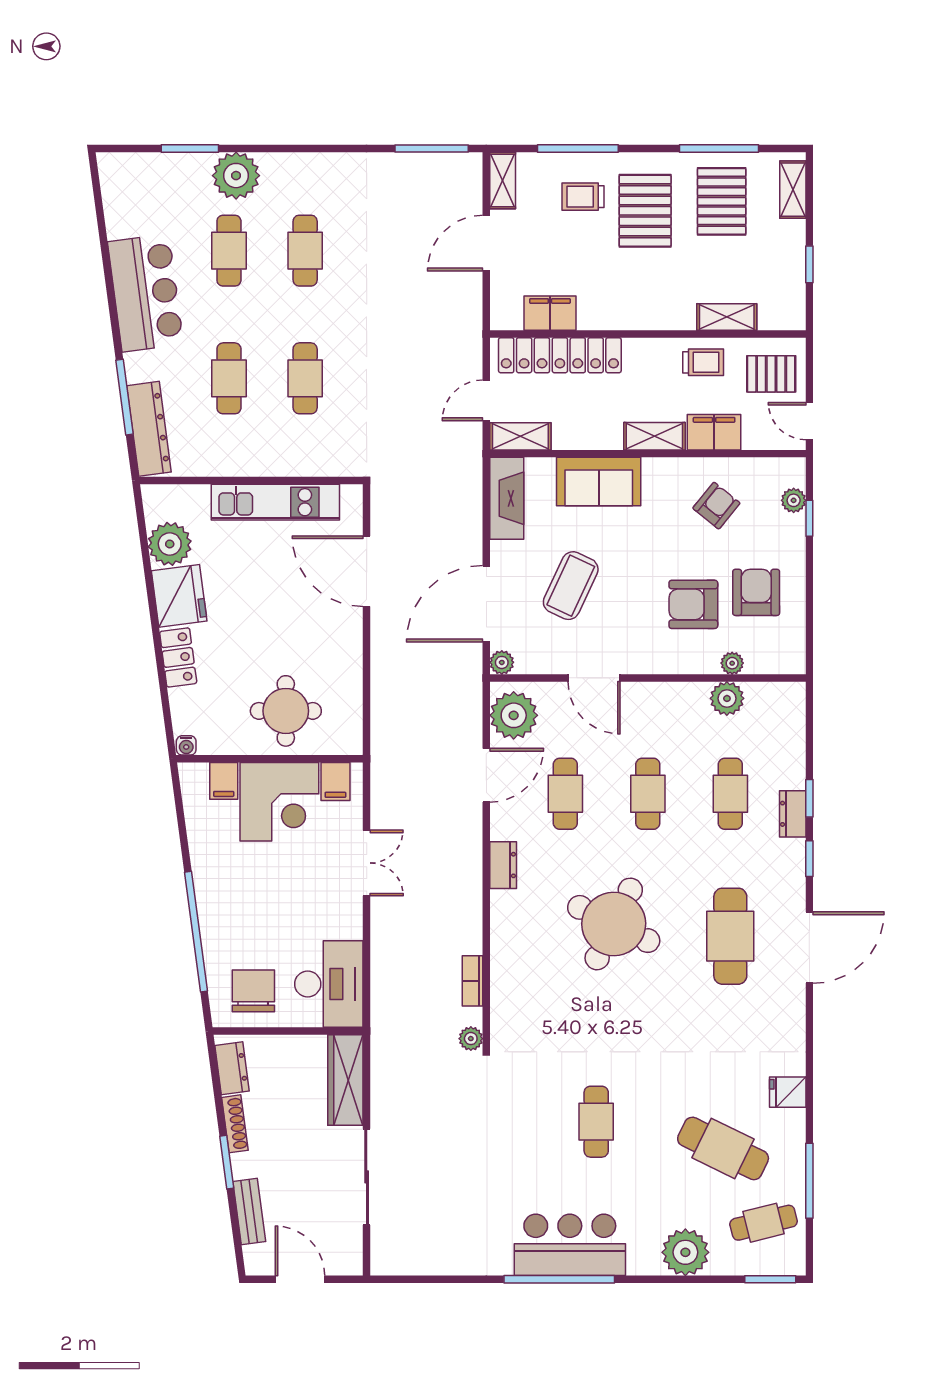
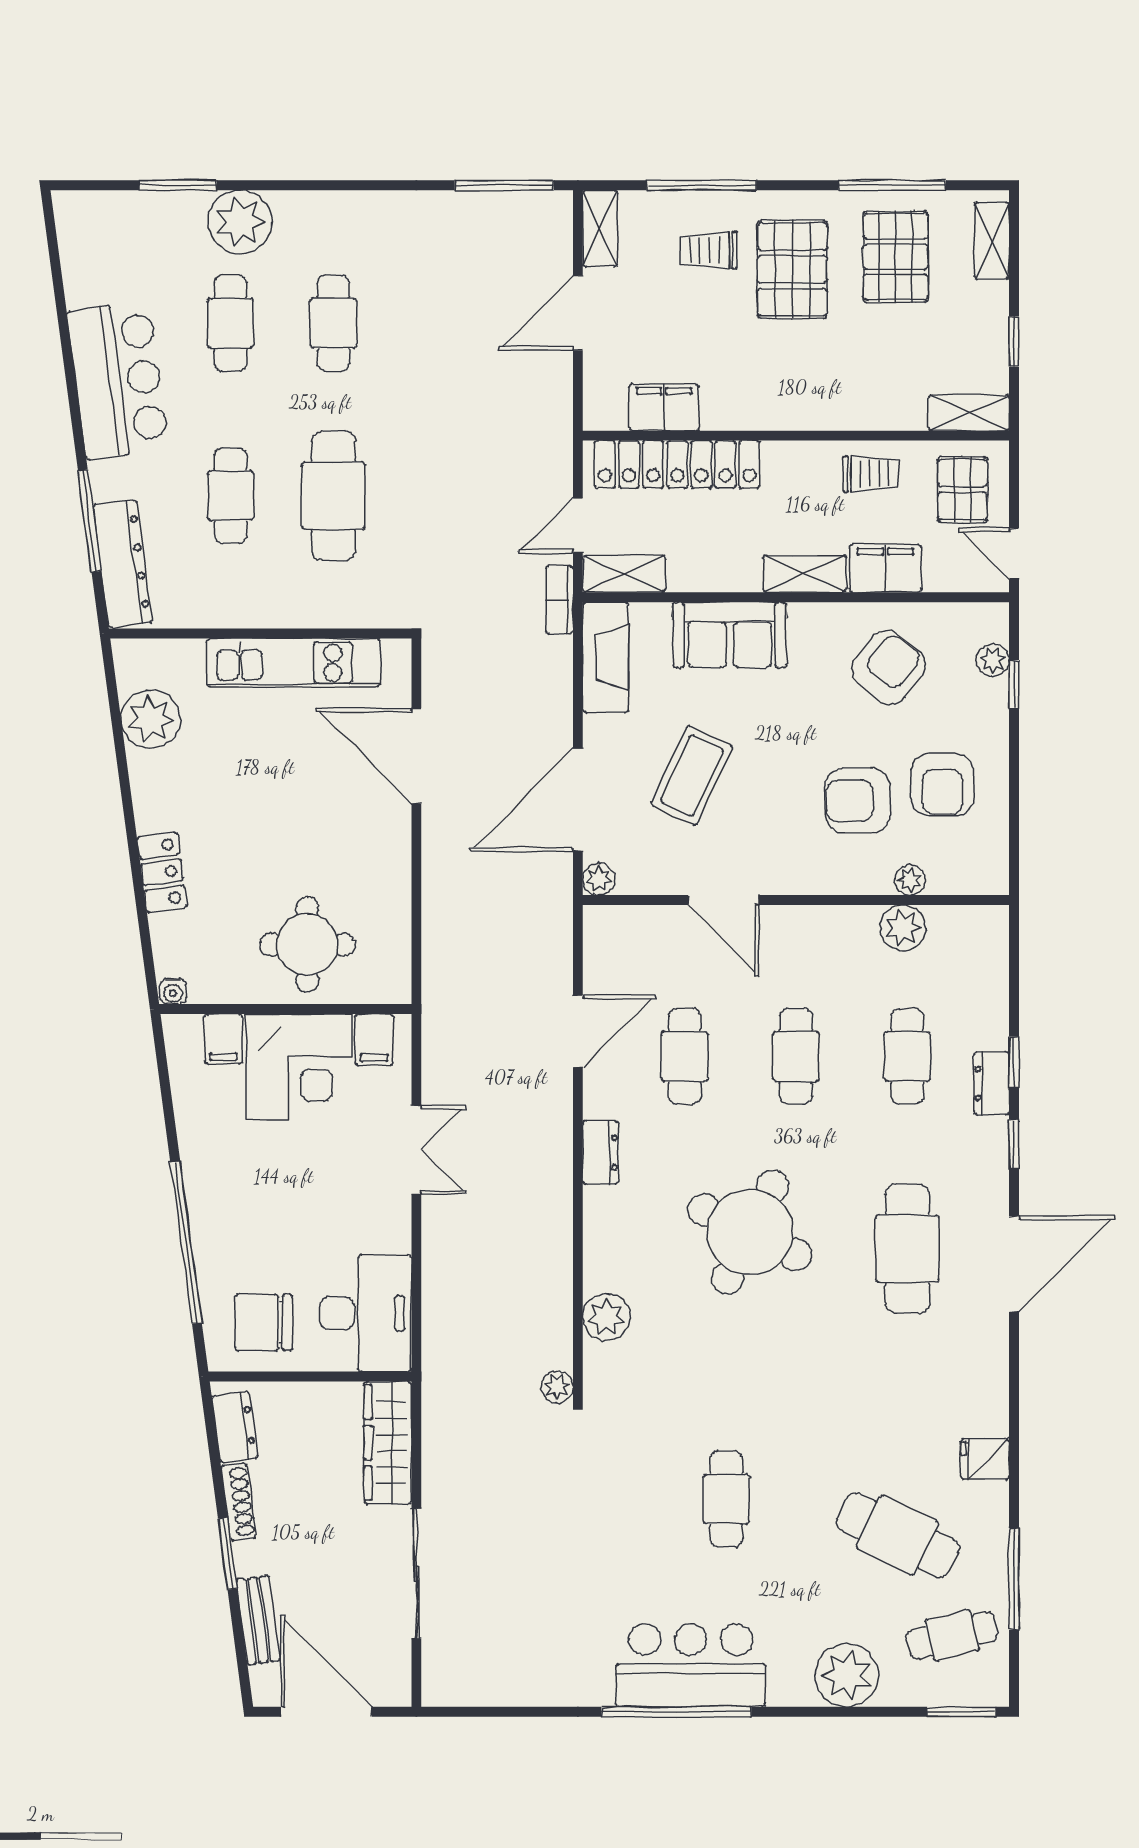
shelving: (727, 317) -> (969, 413), moved
pallet: (771, 374) -> (962, 490), turned 90
cafe table: (305, 378) -> (333, 496), width x1.37, depth x1.35
armchair: (716, 506) -> (889, 667), width x1.38, depth x1.38
armchair: (756, 592) -> (942, 784), turned 180
fridge: (179, 596) -> (163, 789), removed
plant: (514, 715) -> (606, 1317), moved, width x0.73, depth x0.73
bookcase: (473, 981) -> (559, 600), moved
chair: (253, 991) -> (263, 1322), turned -90
door: (300, 1279) -> (326, 1712), width x1.36

